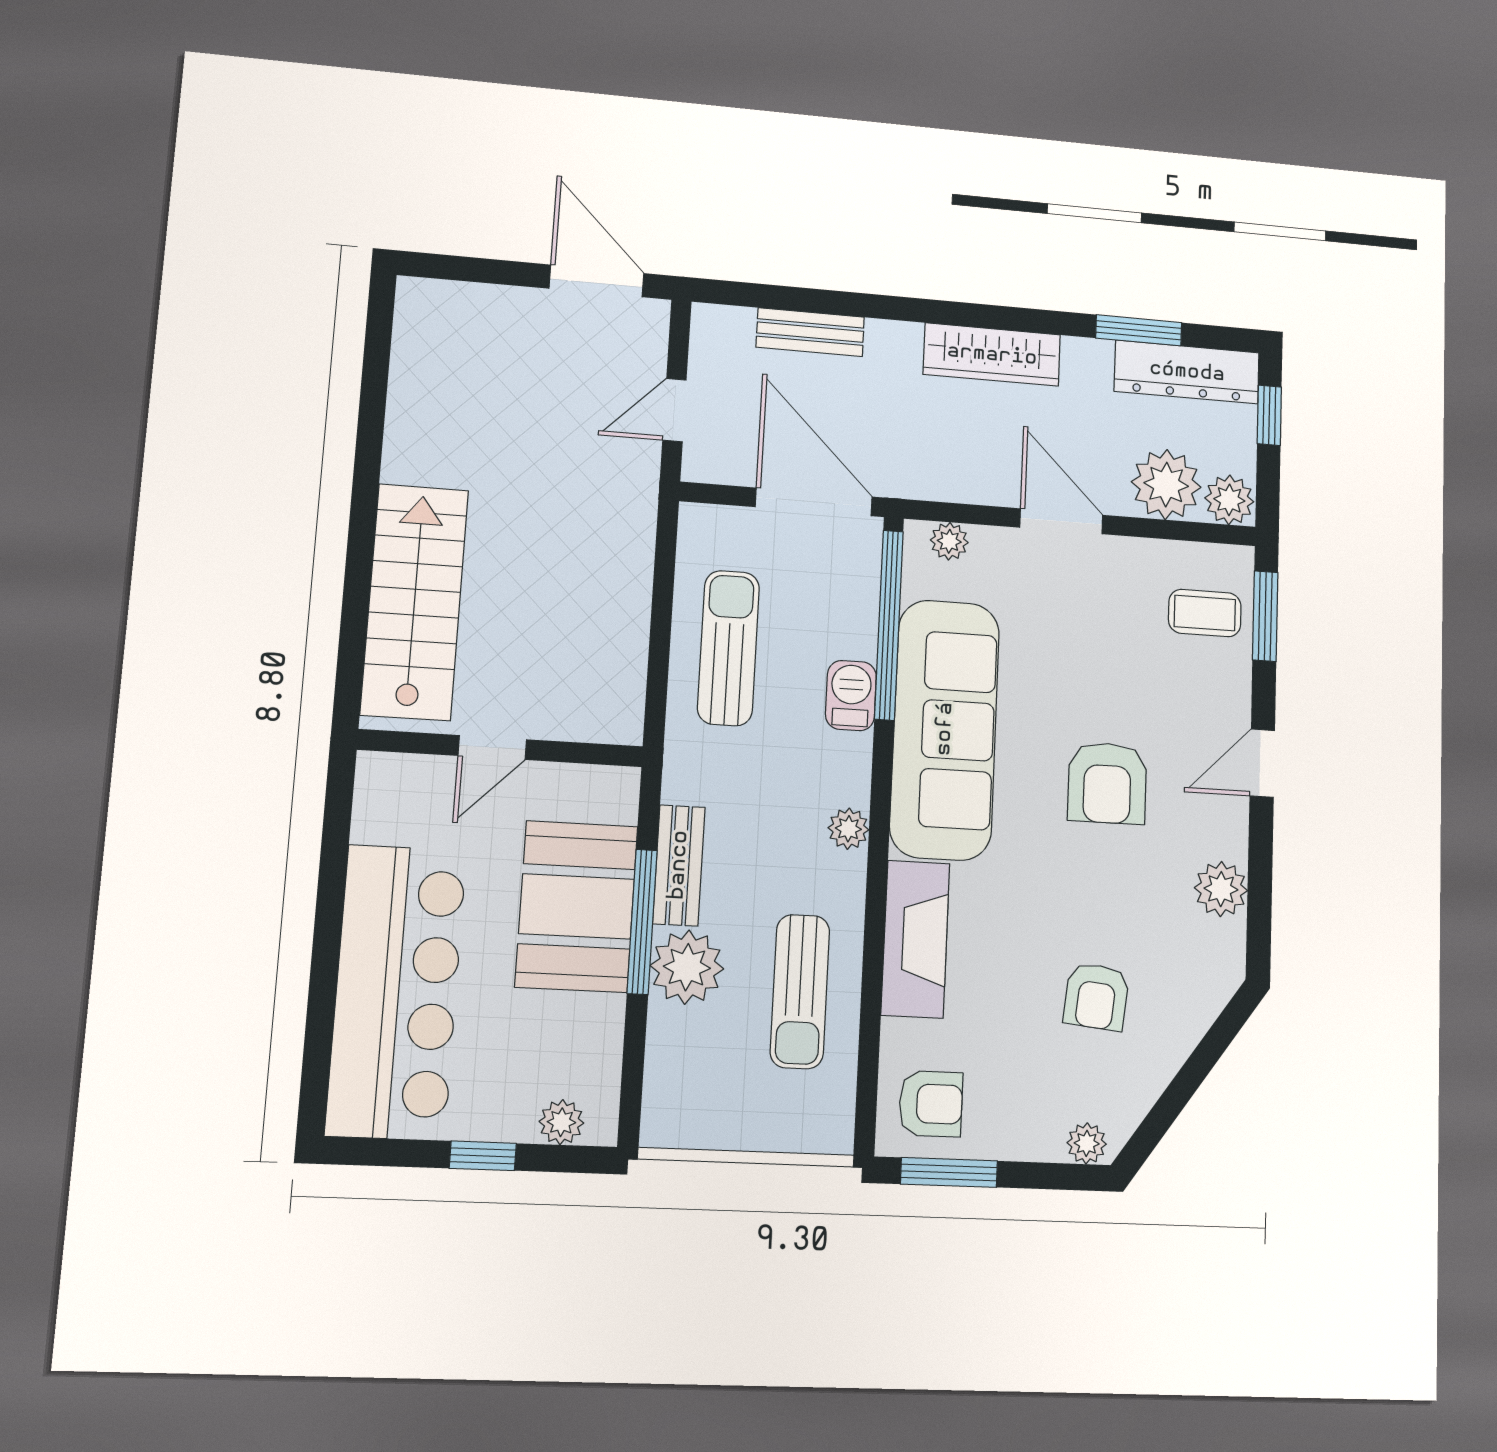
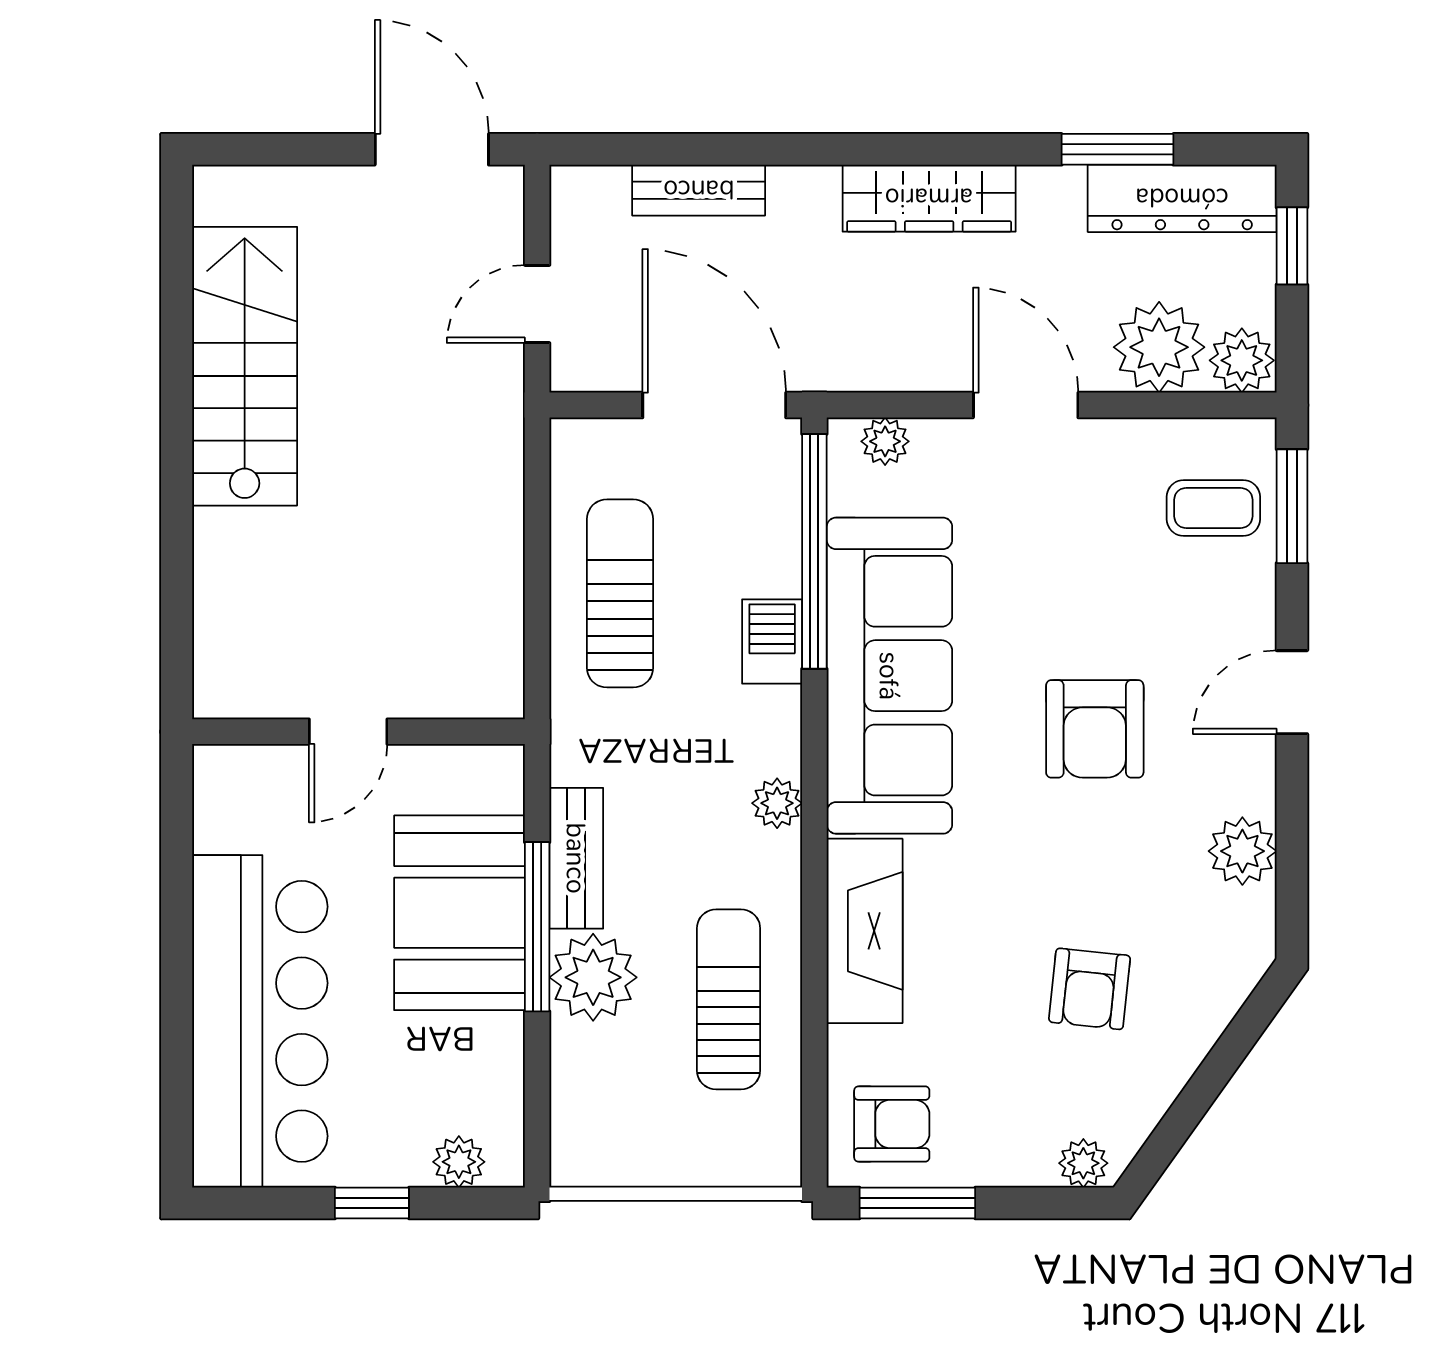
stairs: (415, 602) -> (245, 366), moved
sun lounger: (800, 991) -> (729, 999), turned 180

